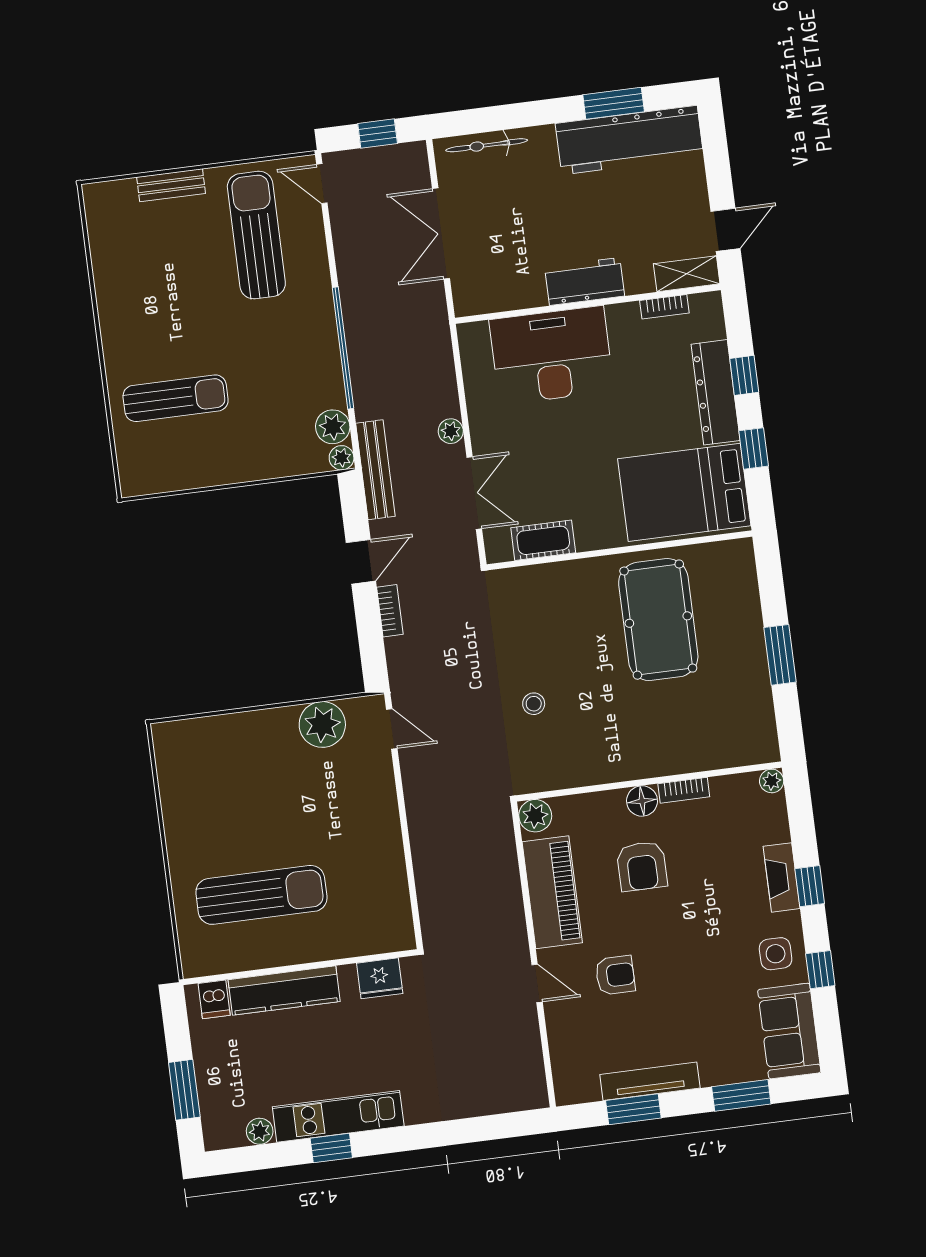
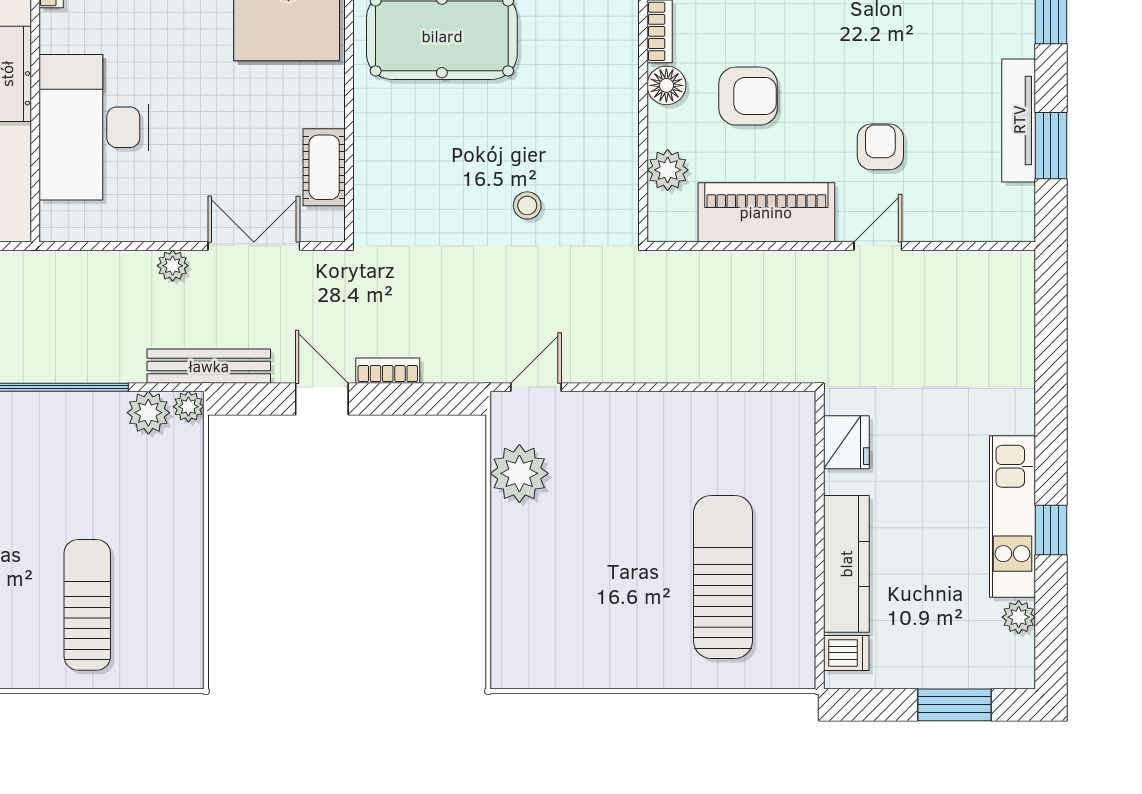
plant: (535, 816) -> (668, 170), moved

